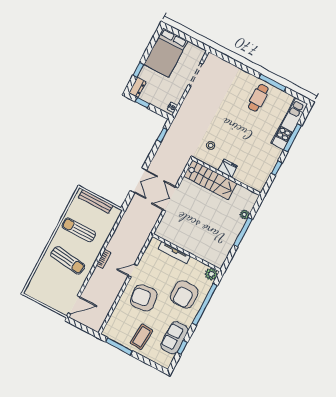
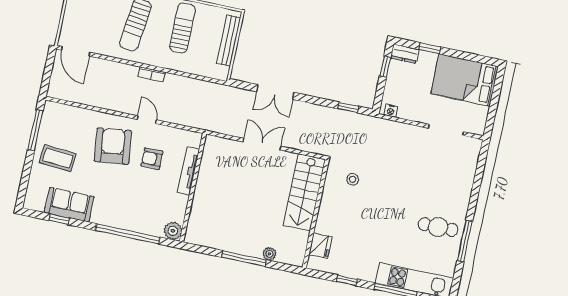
fridge: (228, 168) -> (320, 246), moved
armchair: (184, 294) -> (152, 159), moved, width x0.53, depth x0.53

